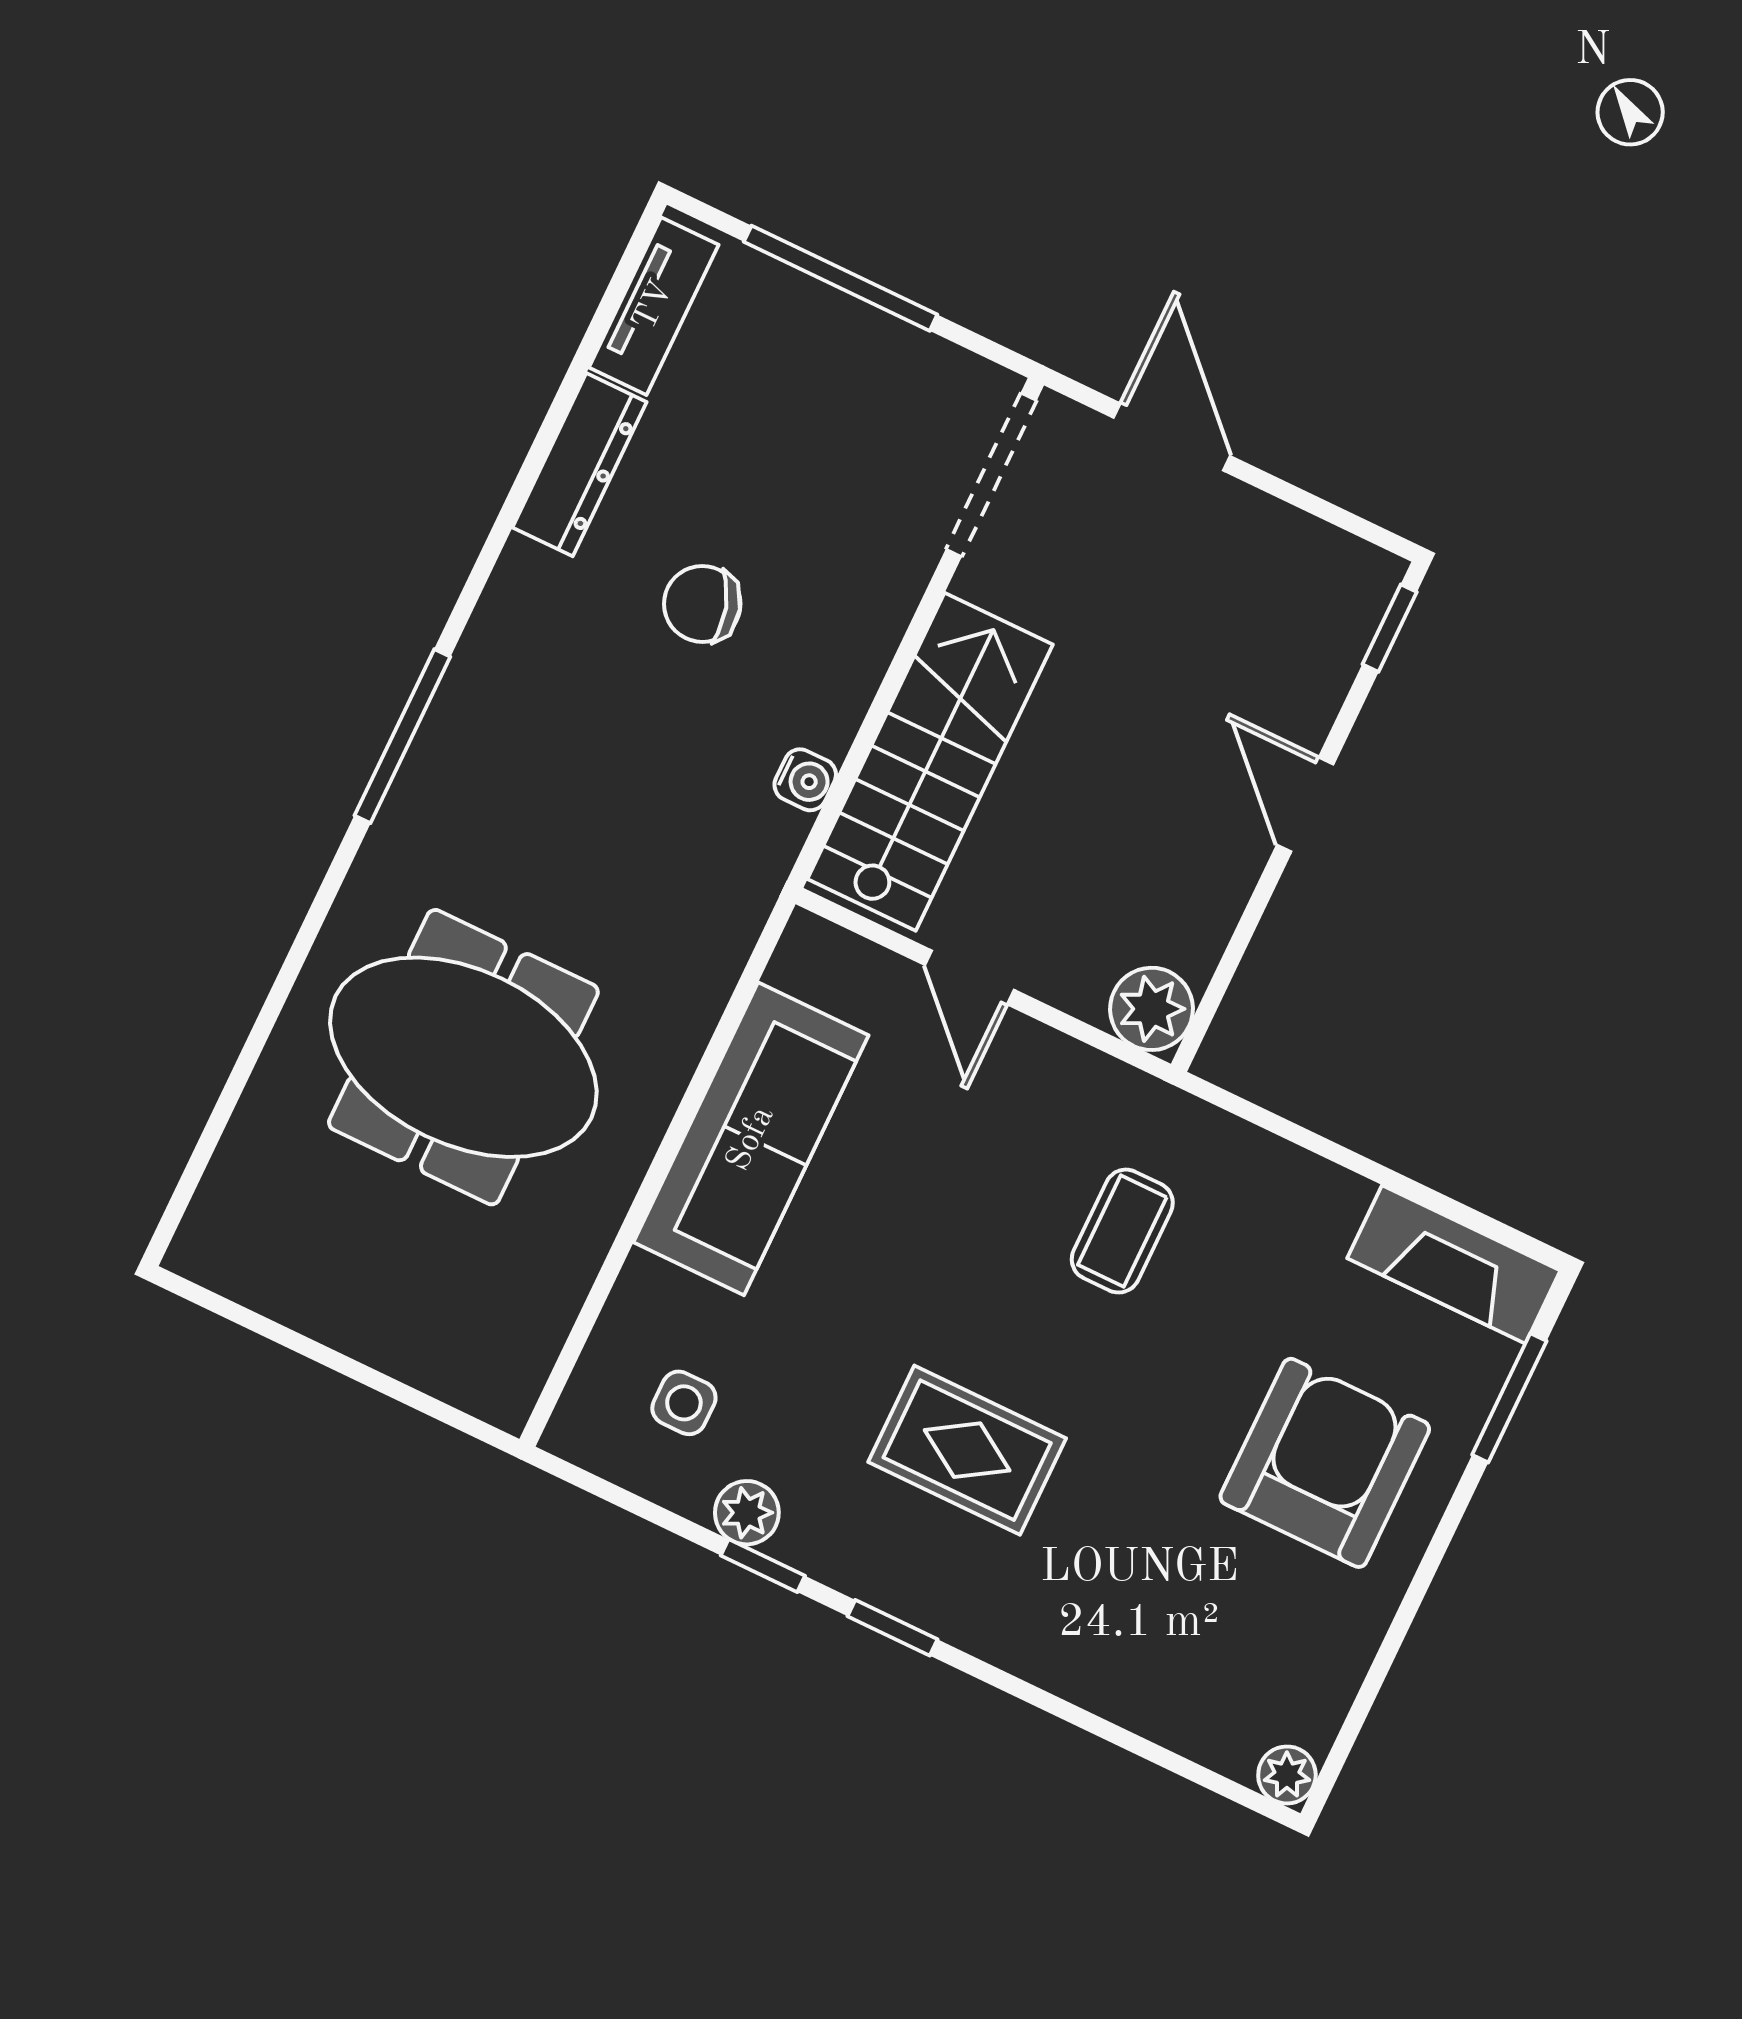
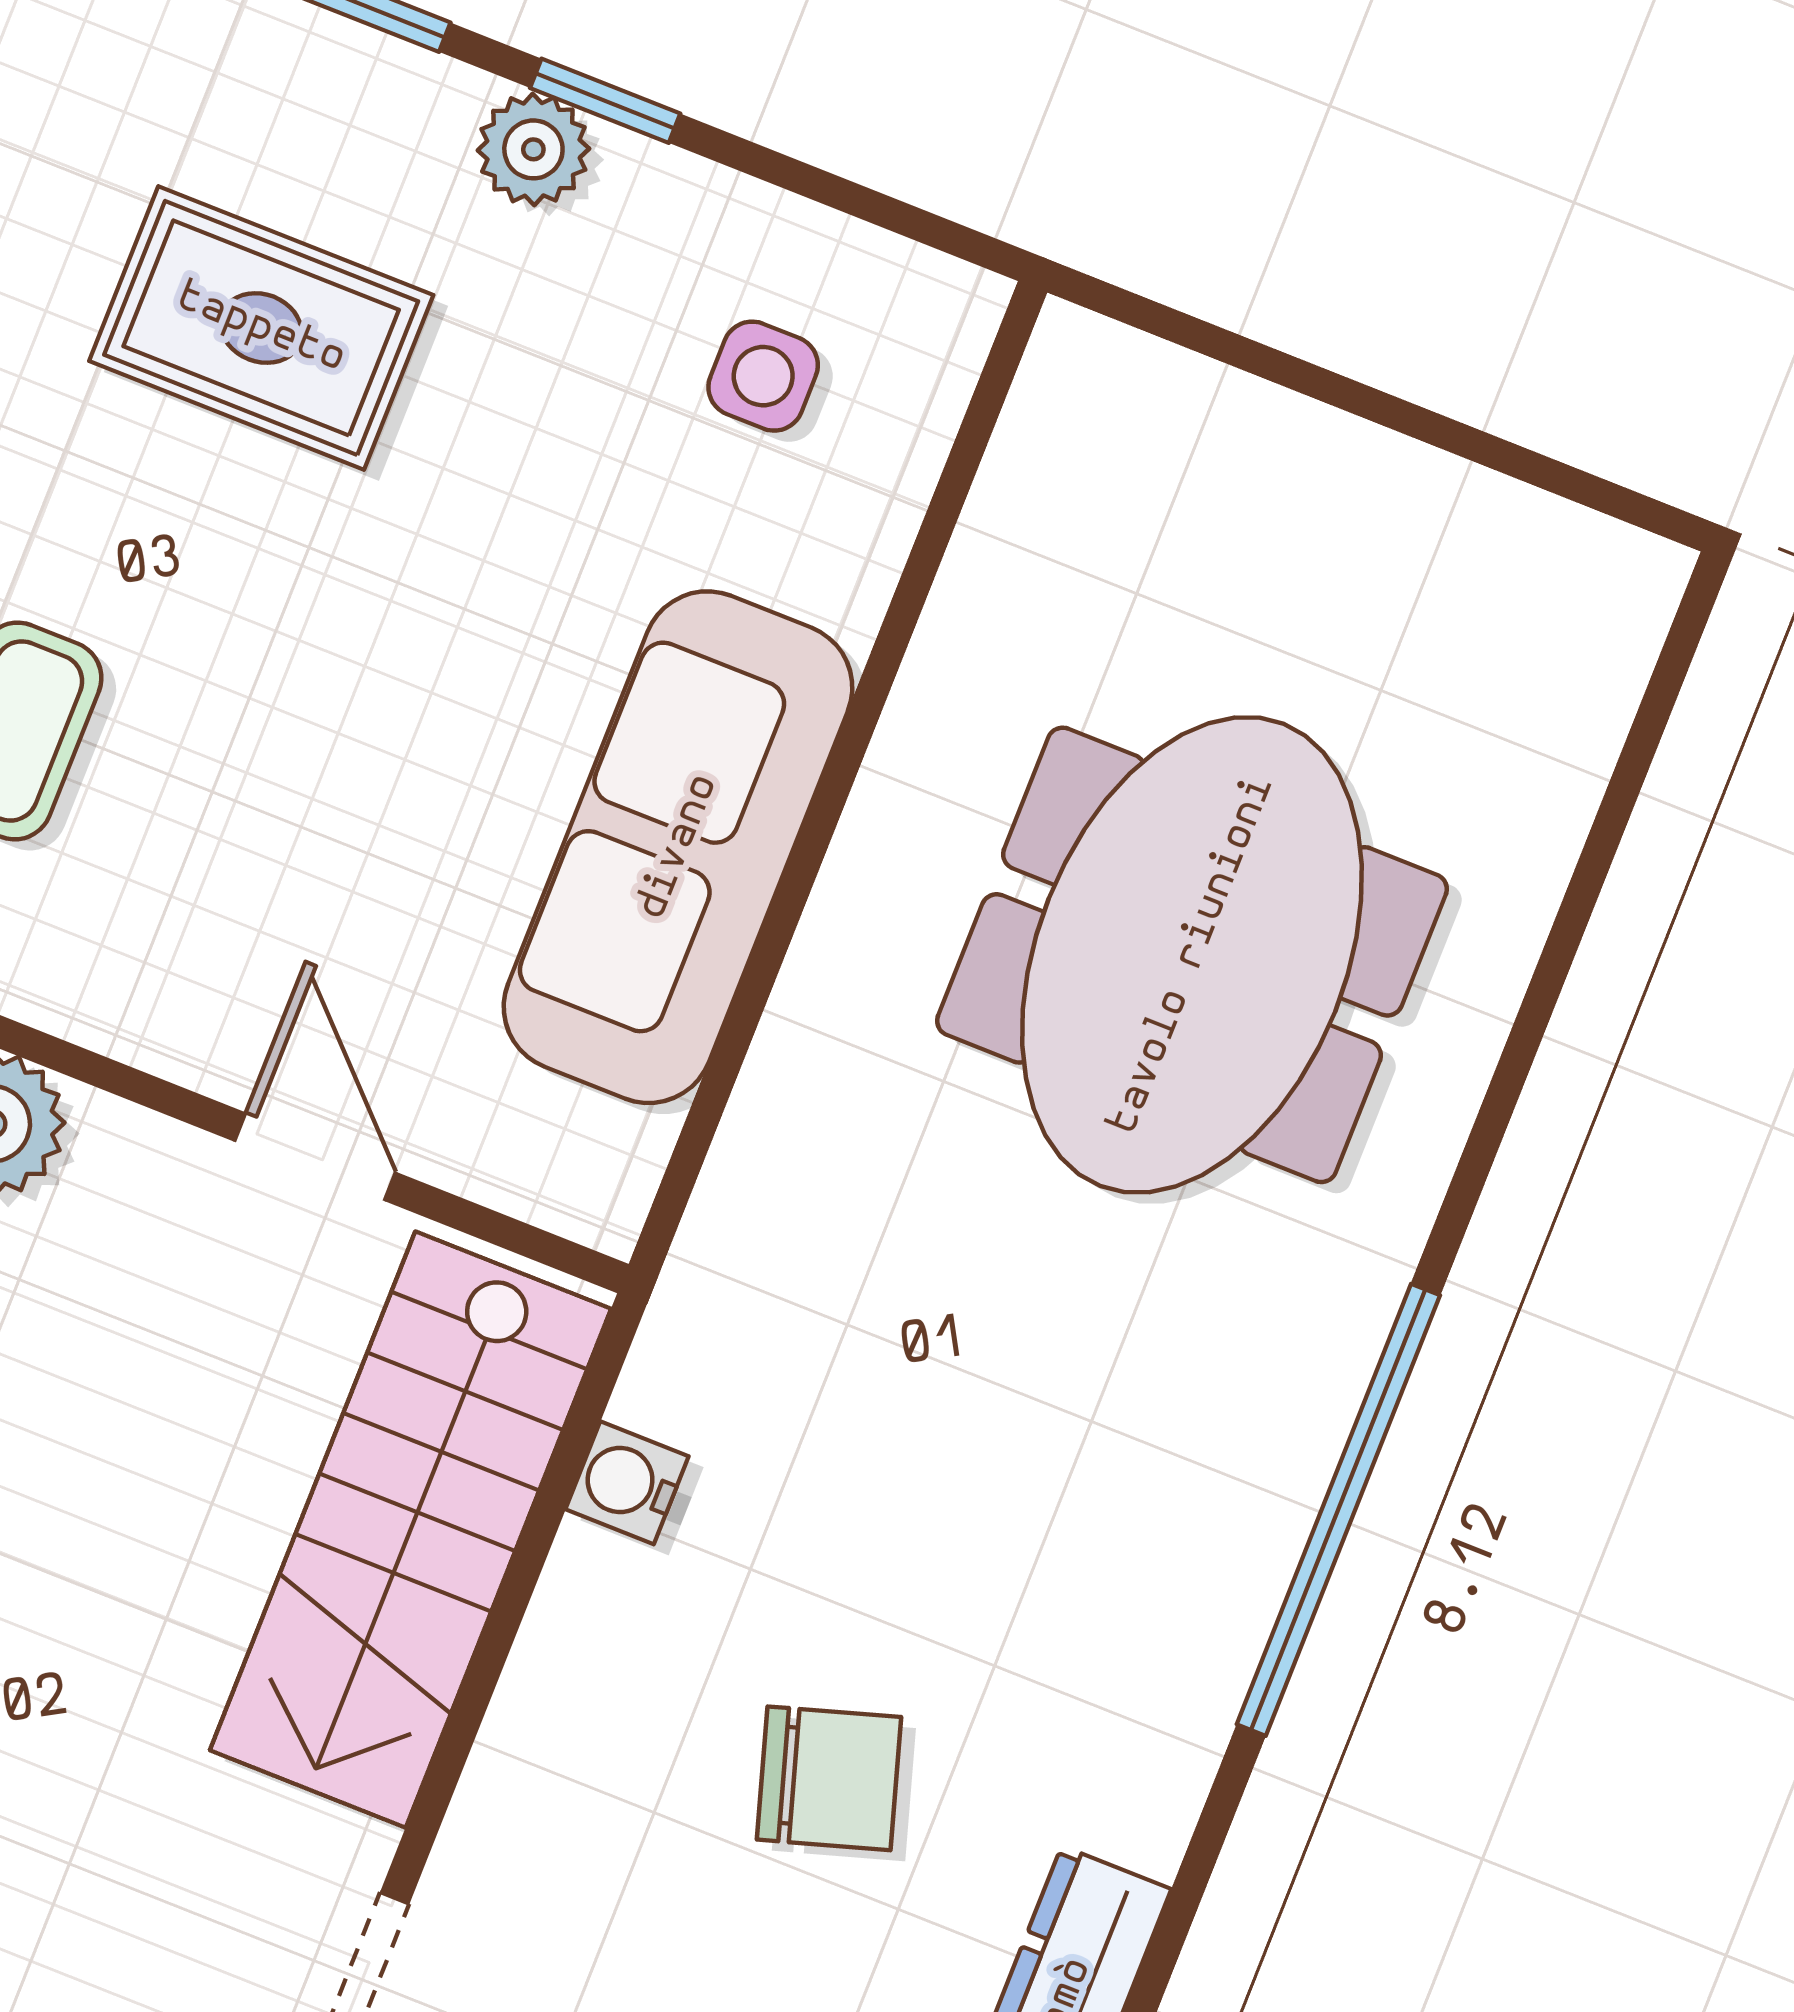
window: (402, 736) -> (1338, 1510), width x1.46
meeting table: (463, 1057) -> (1192, 955), turned 90
plant: (747, 1513) -> (533, 149), moved

